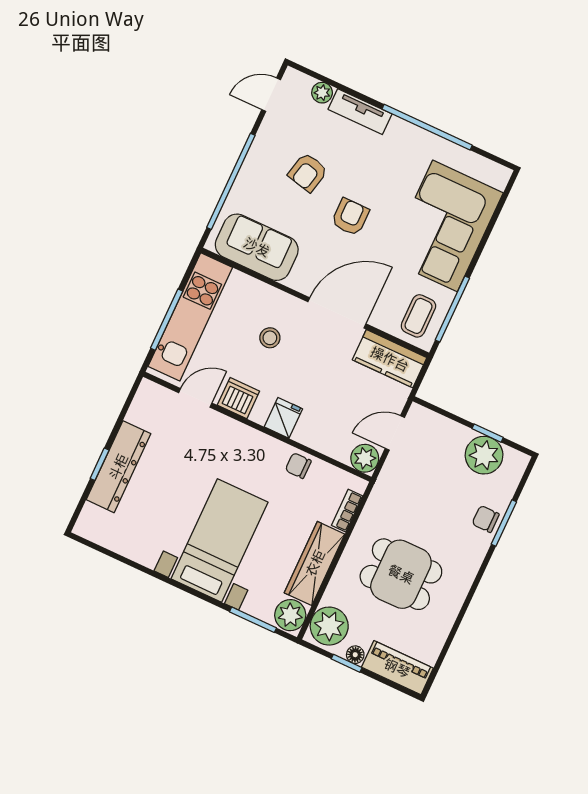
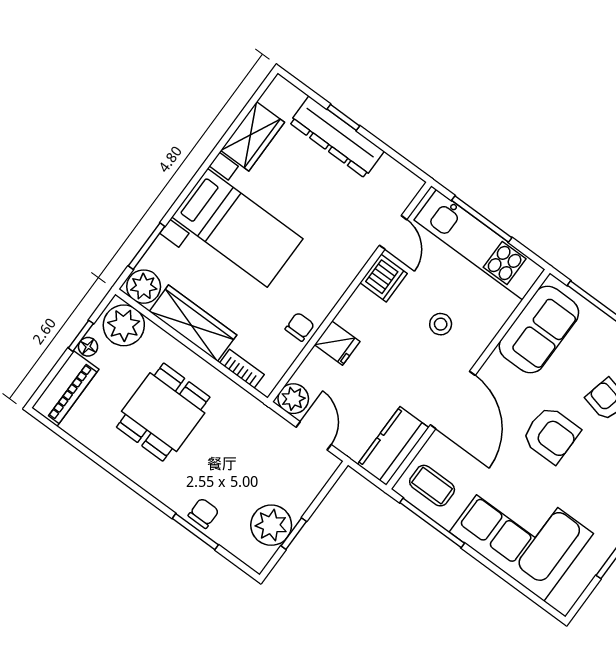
armchair: (350, 217) -> (551, 435), width x1.38, depth x1.38
fridge: (283, 418) -> (337, 343), moved
wardrobe: (133, 543) -> (253, 136), added

